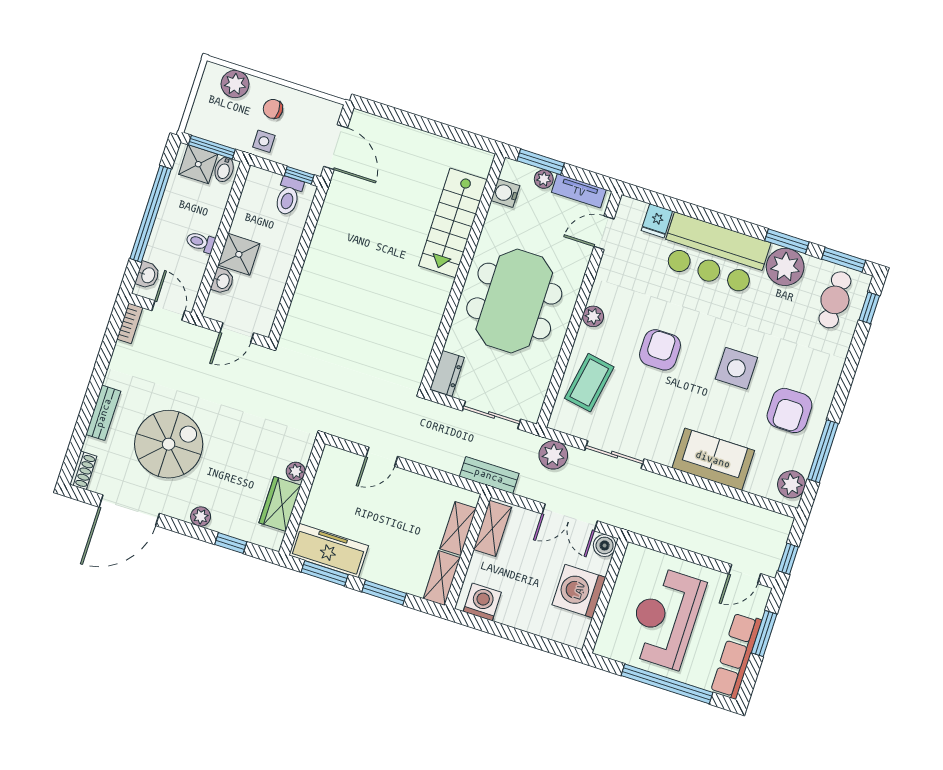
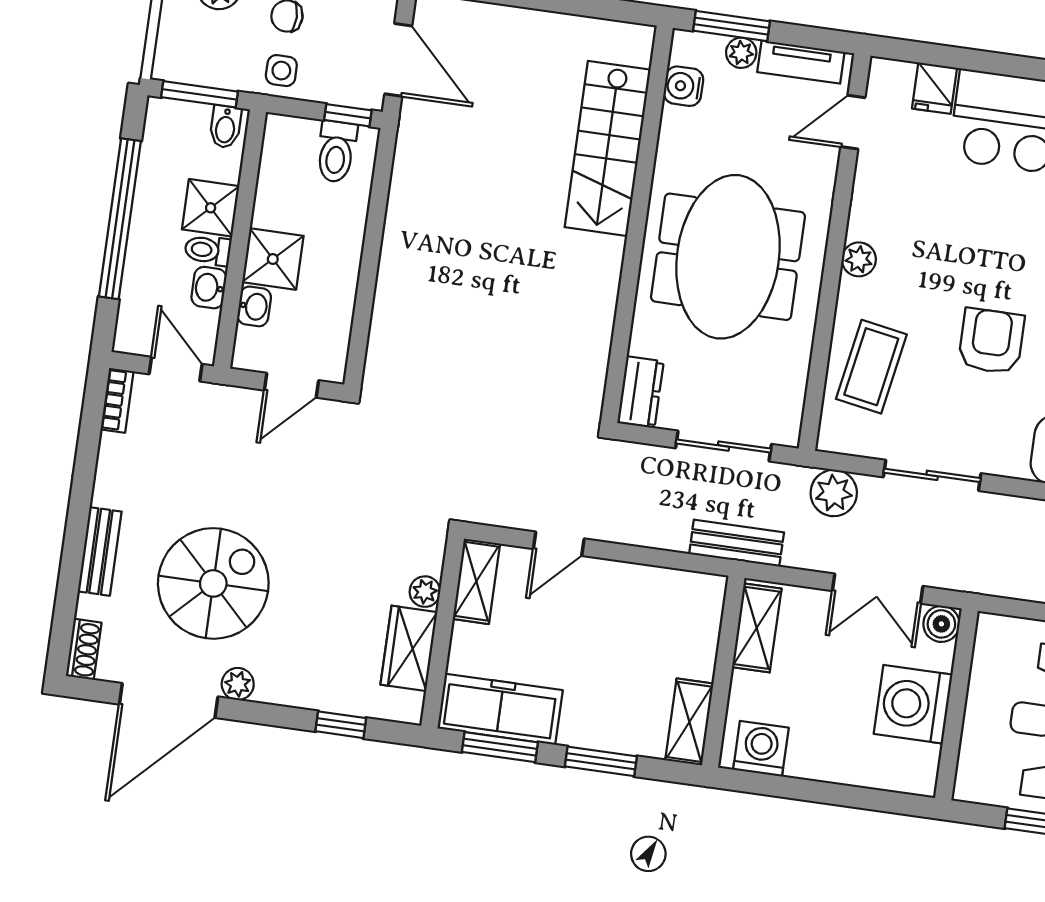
shower: (198, 164) -> (211, 208), moved
washbasin: (148, 275) -> (209, 288), moved, turned 180
armchair: (660, 350) -> (991, 341), moved
plant: (201, 517) -> (238, 684), moved
shelving: (458, 528) -> (476, 581), moved

